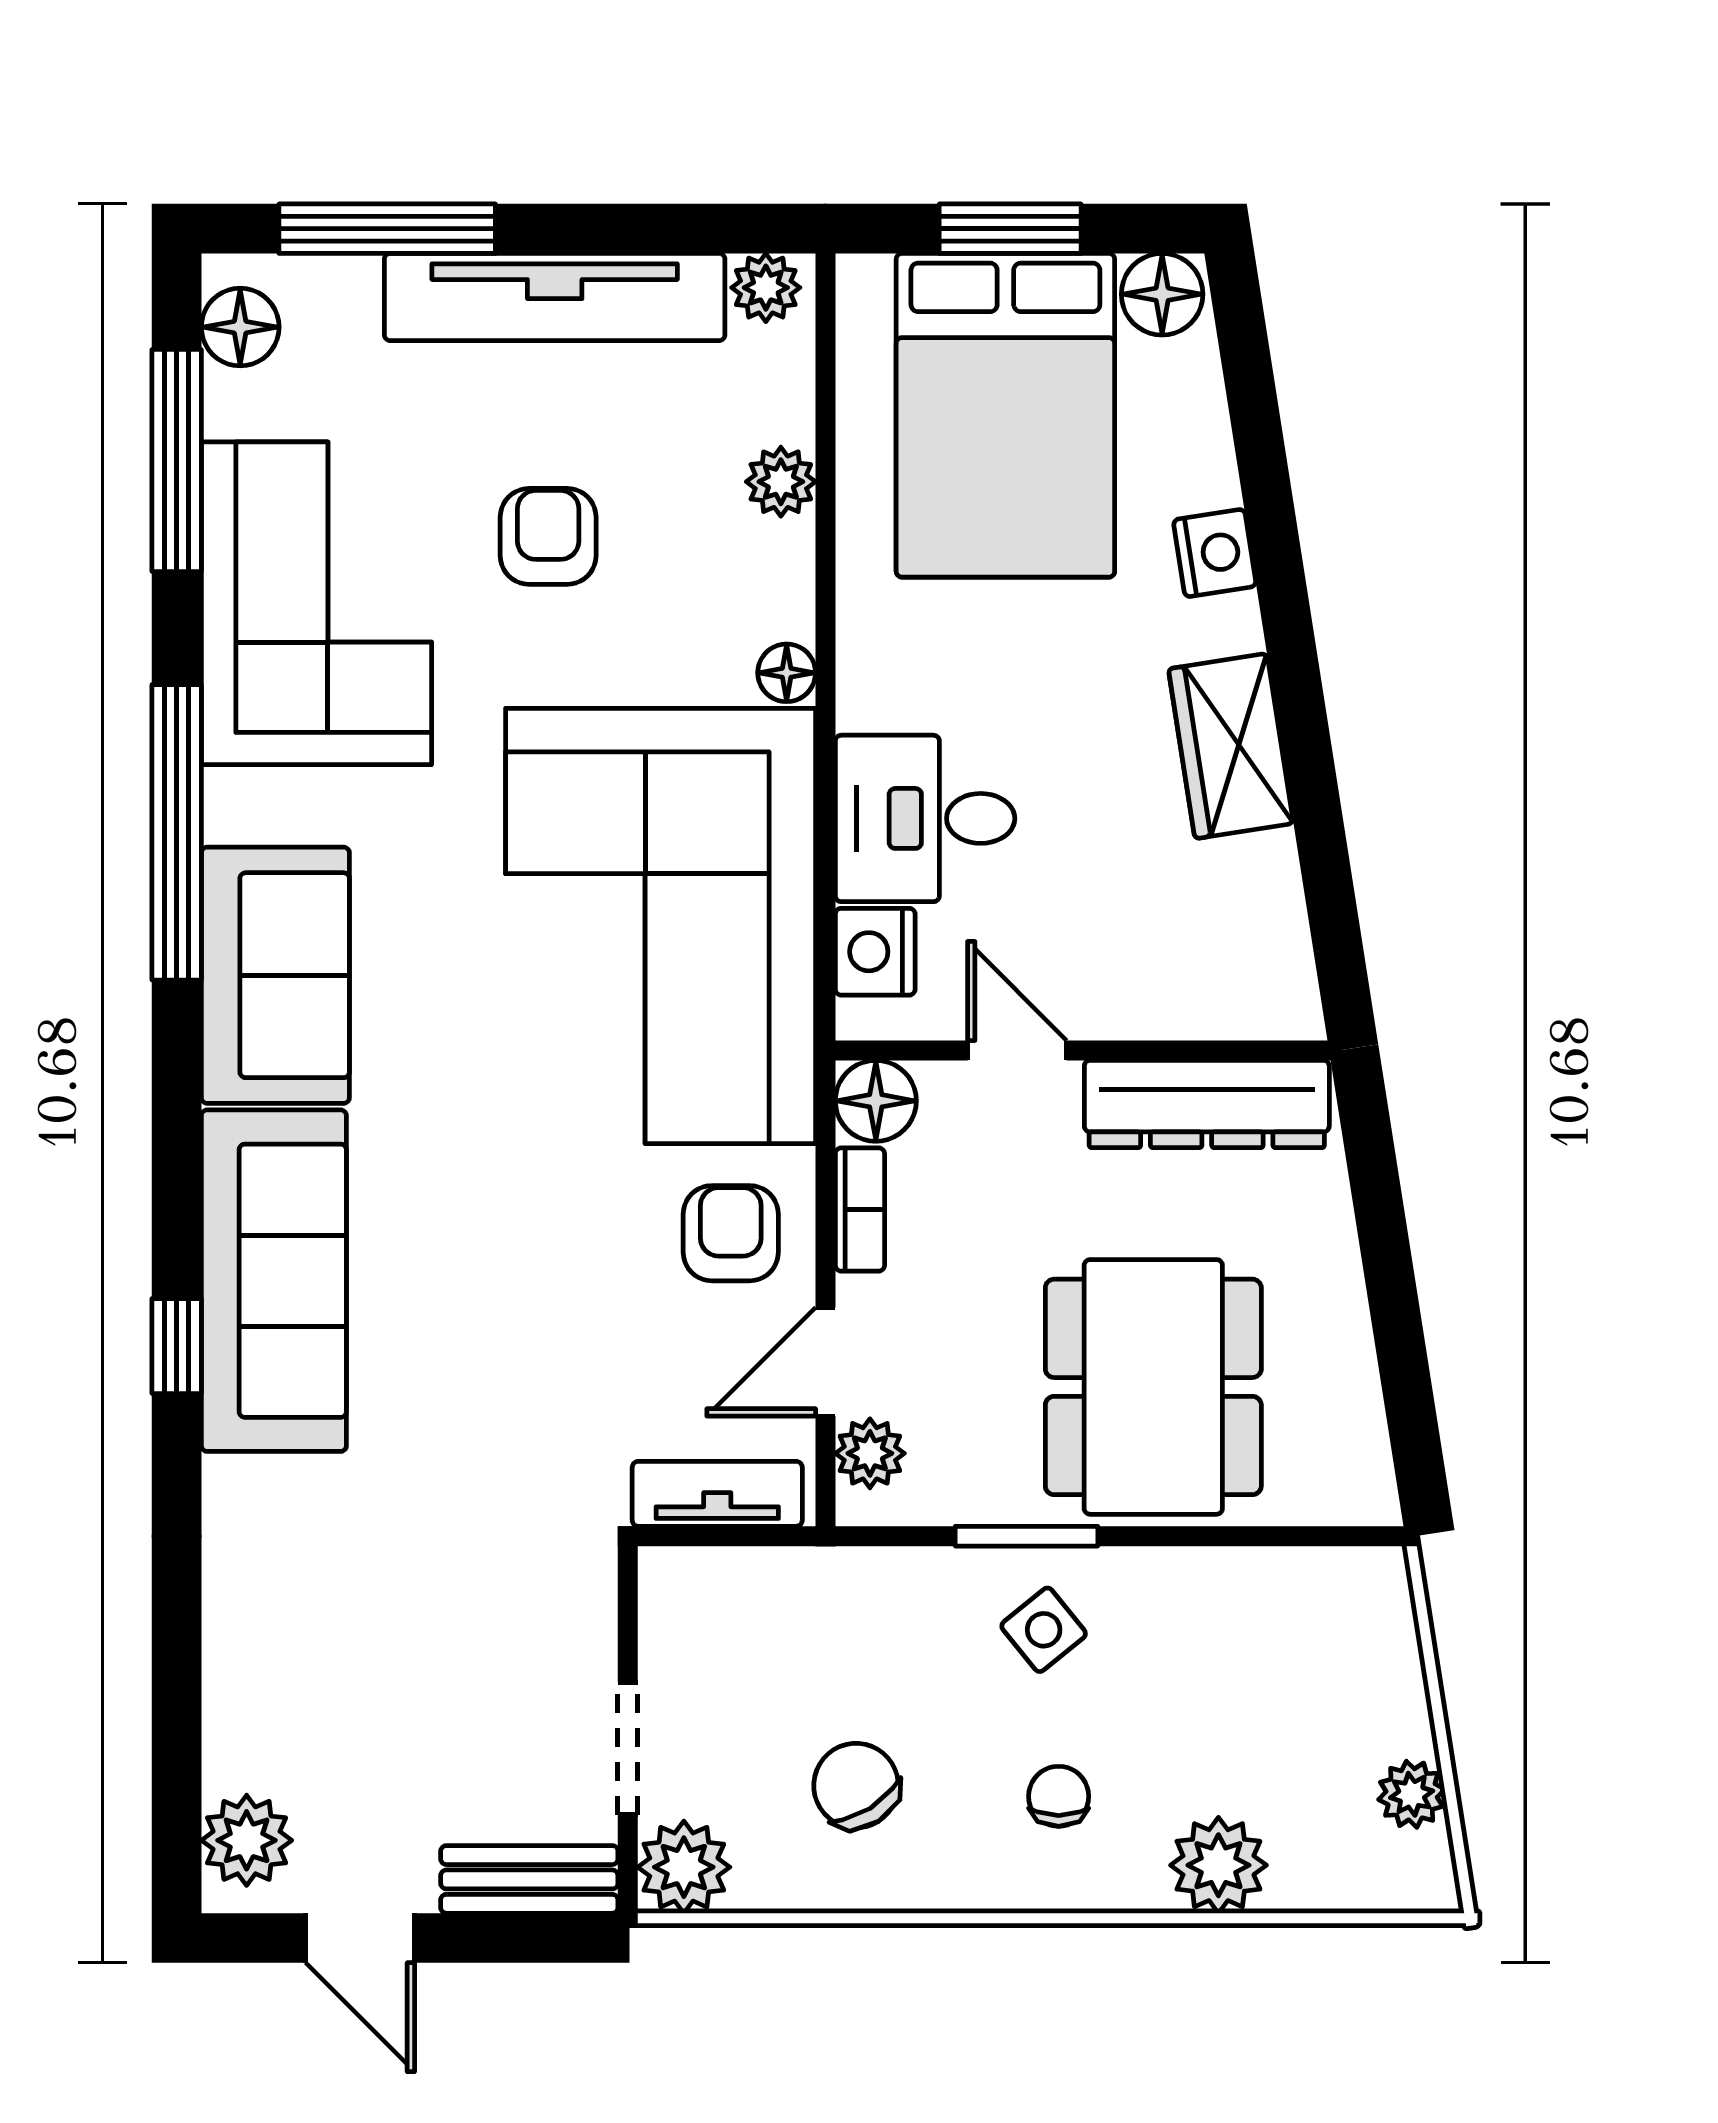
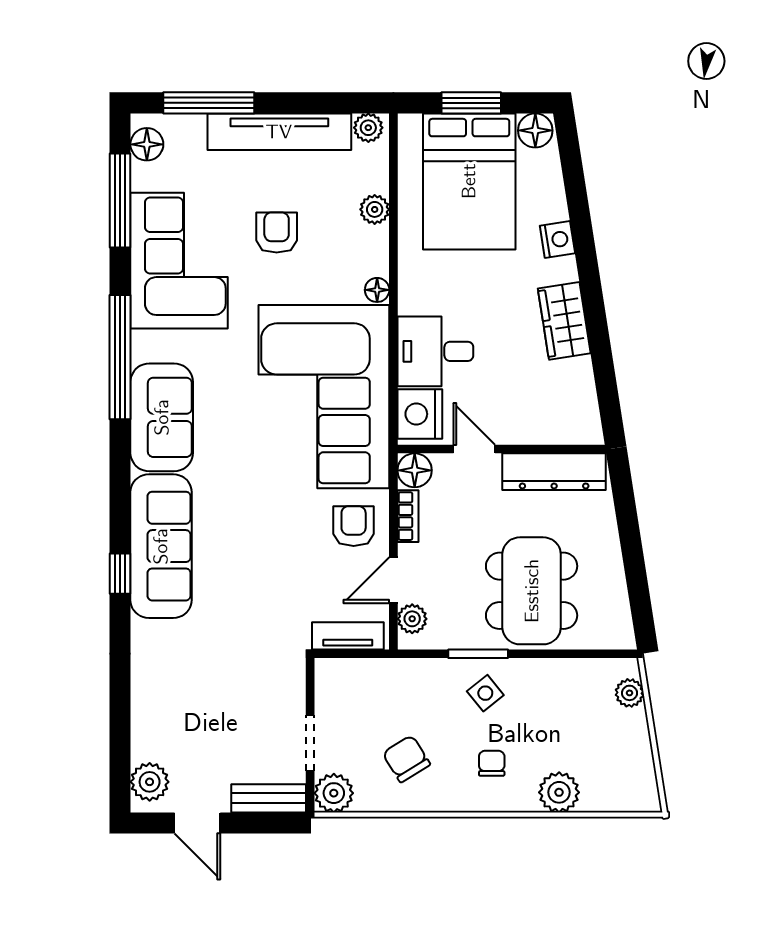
nightstand: (875, 952) -> (420, 414), width x1.36, depth x1.33
plant: (1412, 1794) -> (630, 693), moved

